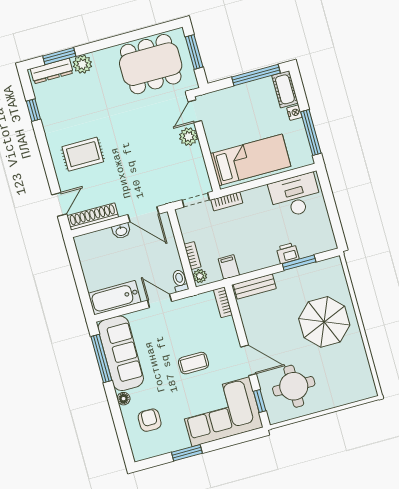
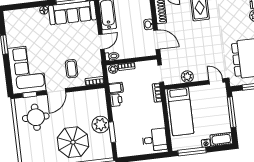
window: (256, 75) -> (232, 112), moved
plant: (189, 137) -> (187, 77), moved
desk: (295, 196) -> (155, 140), width x0.73
door: (143, 214) -> (157, 40), swing flipped
printer: (288, 253) -> (116, 100), moved
plant: (290, 283) -> (101, 125), added
bench: (255, 287) -> (101, 102), removed
coffee table: (193, 363) -> (72, 69), moved
armchair: (150, 420) -> (28, 24), removed

